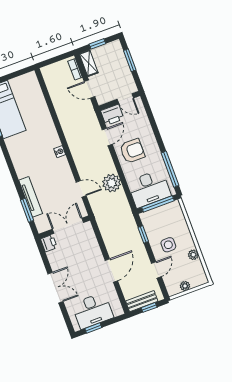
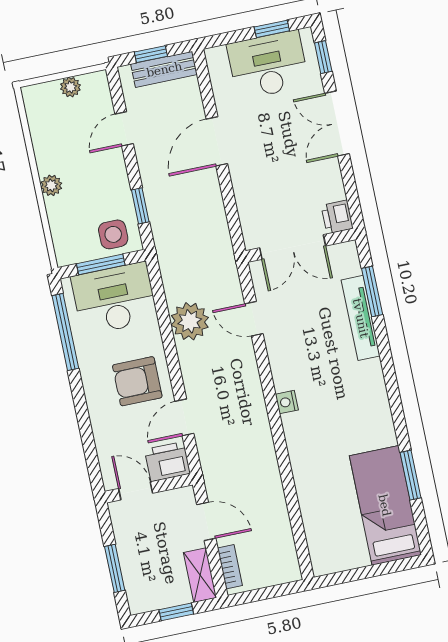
window: (158, 204) -> (101, 264), width x0.69
side table: (168, 245) -> (113, 234), moved
plant: (193, 255) -> (51, 185), moved
window: (67, 318) -> (323, 57), added

